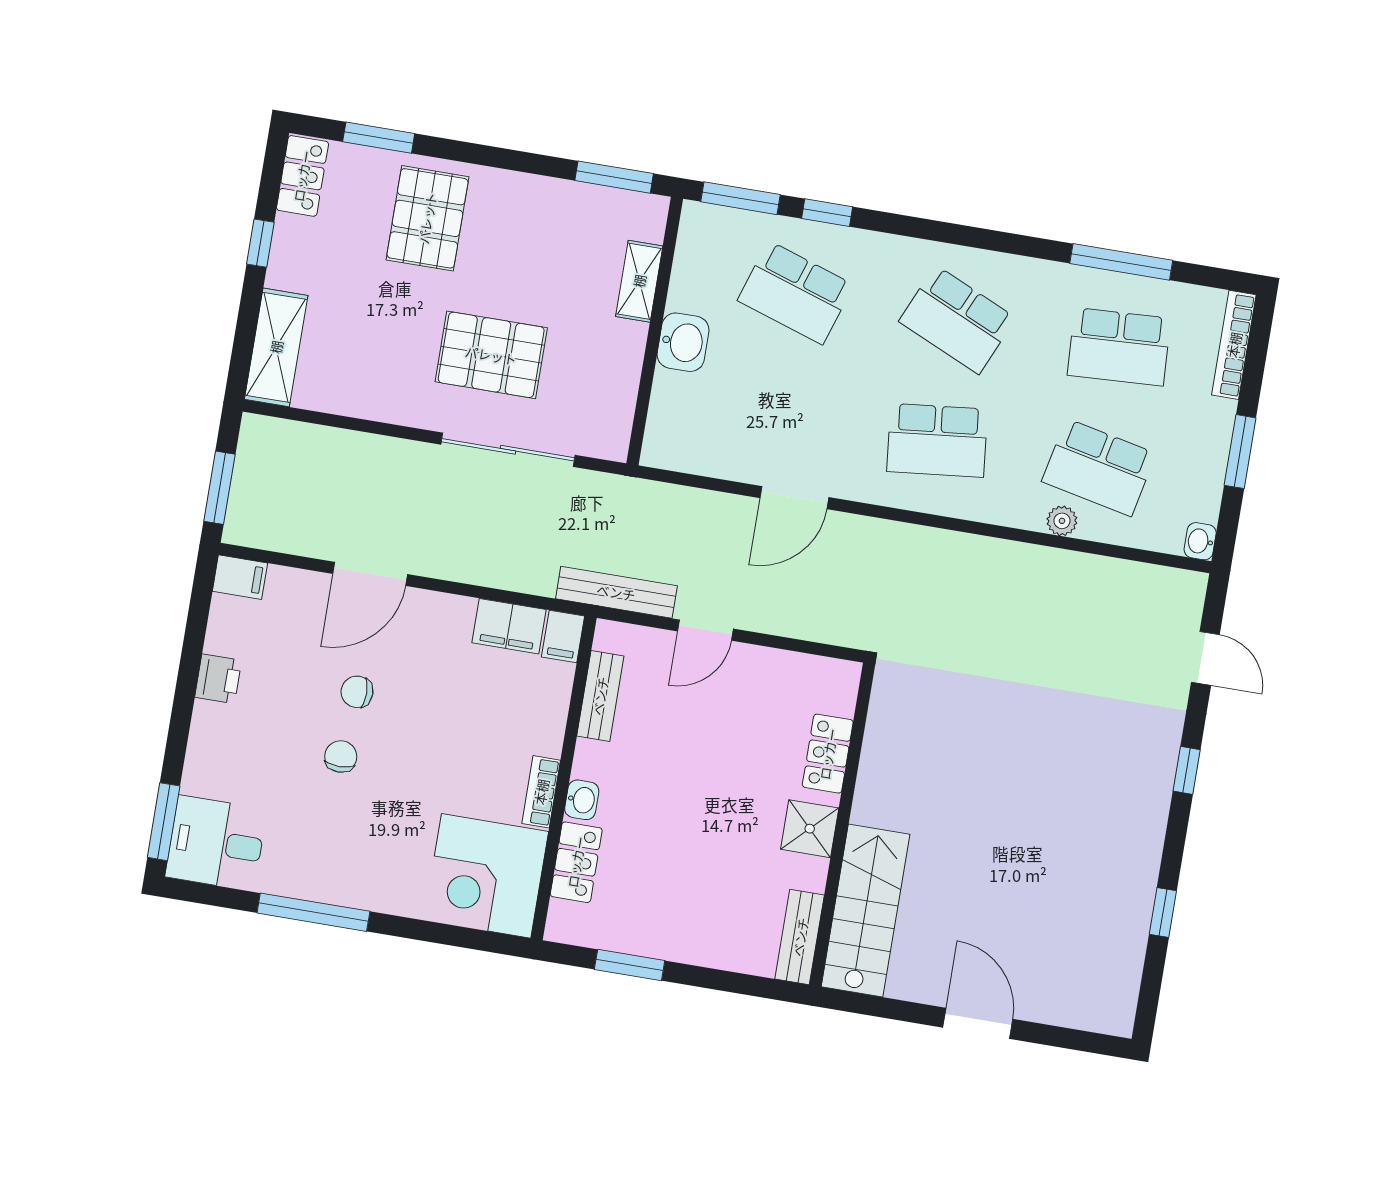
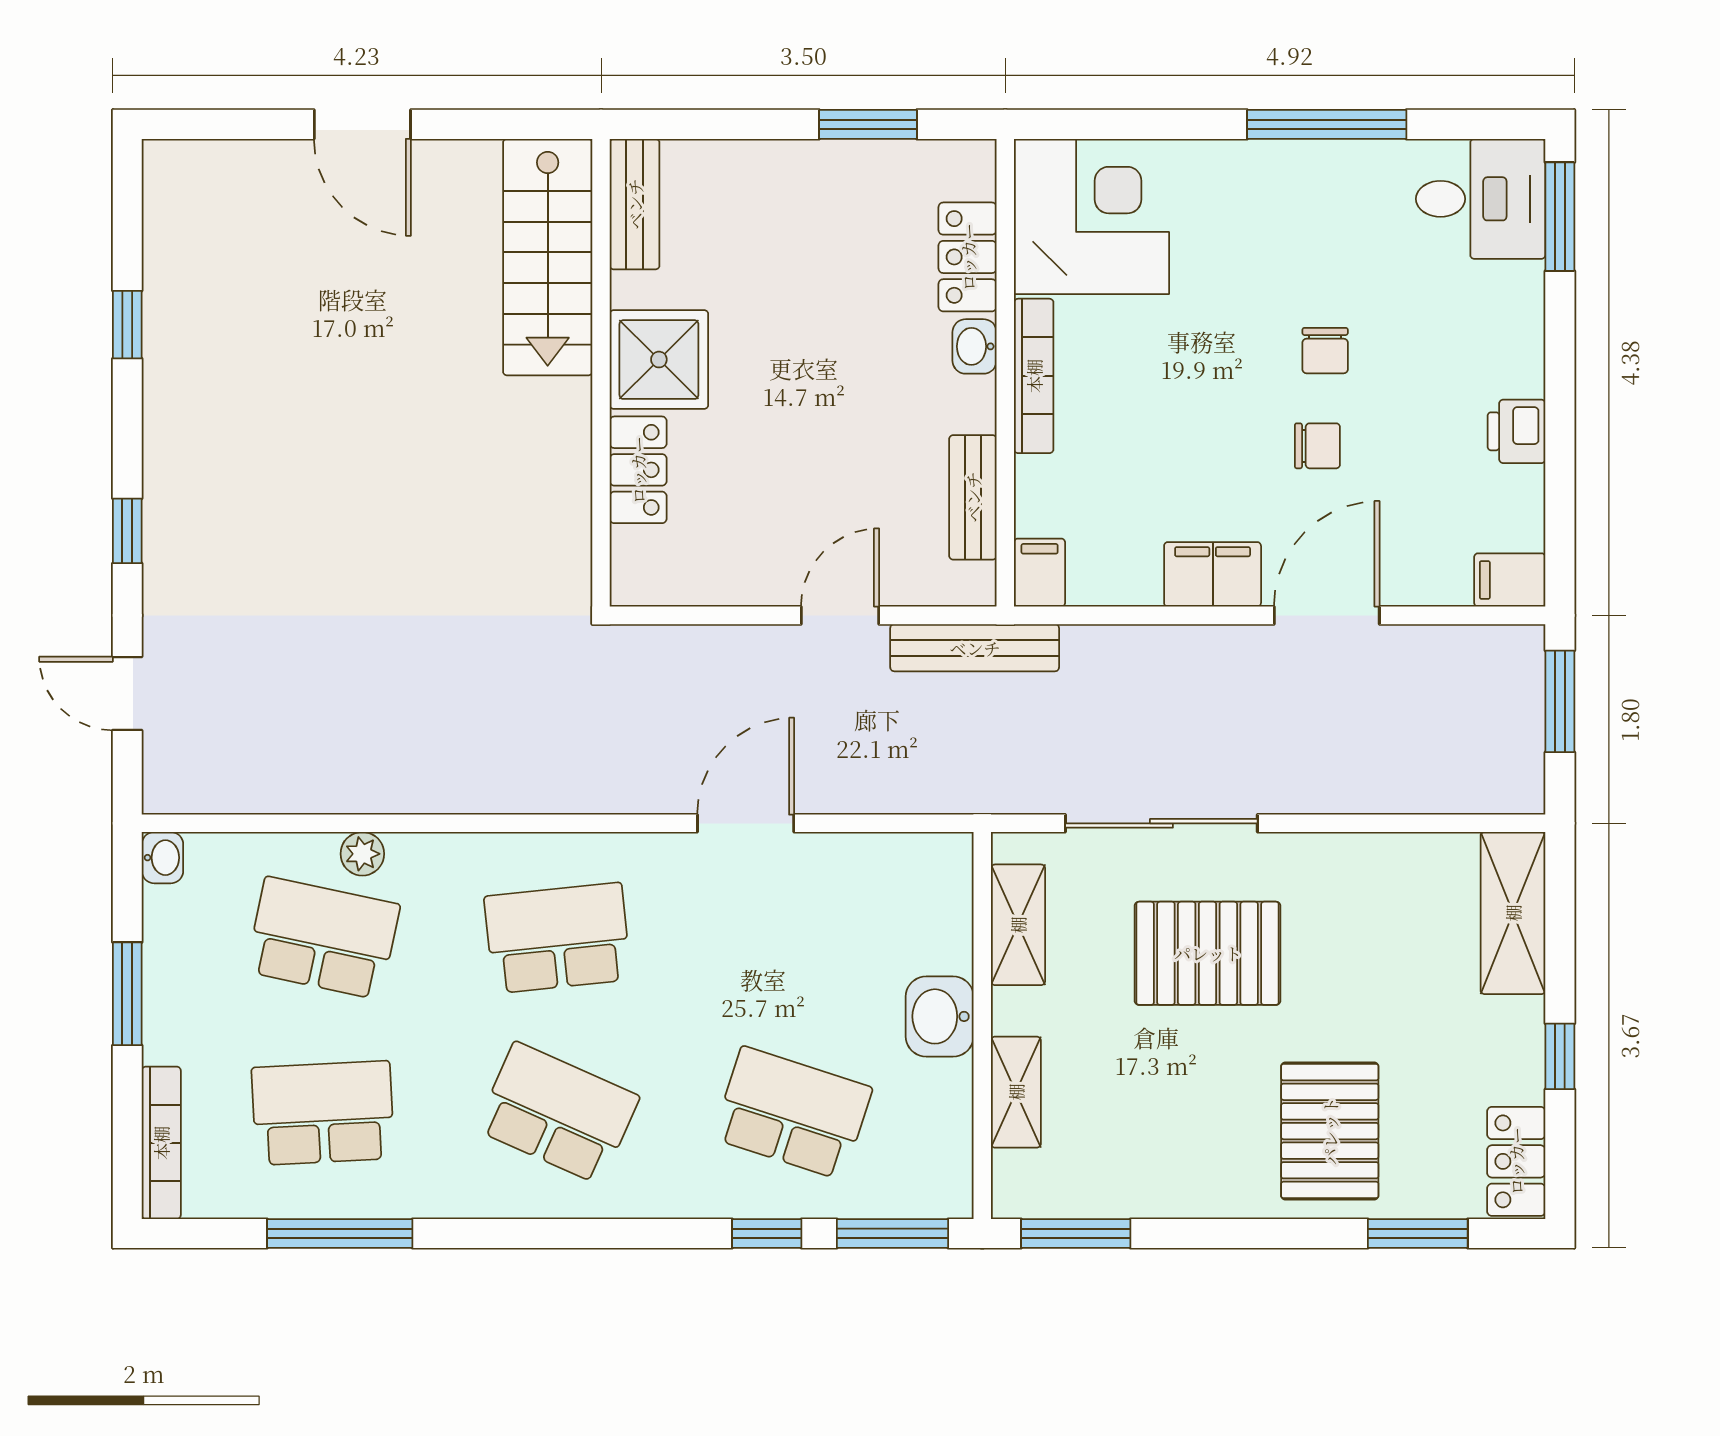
shelving: (618, 396) -> (1018, 925), added
filing cabinet: (509, 626) -> (1213, 574), moved
bookcase: (541, 792) -> (1034, 376), width x1.56
shower: (810, 829) -> (659, 360), width x1.36, depth x1.36

